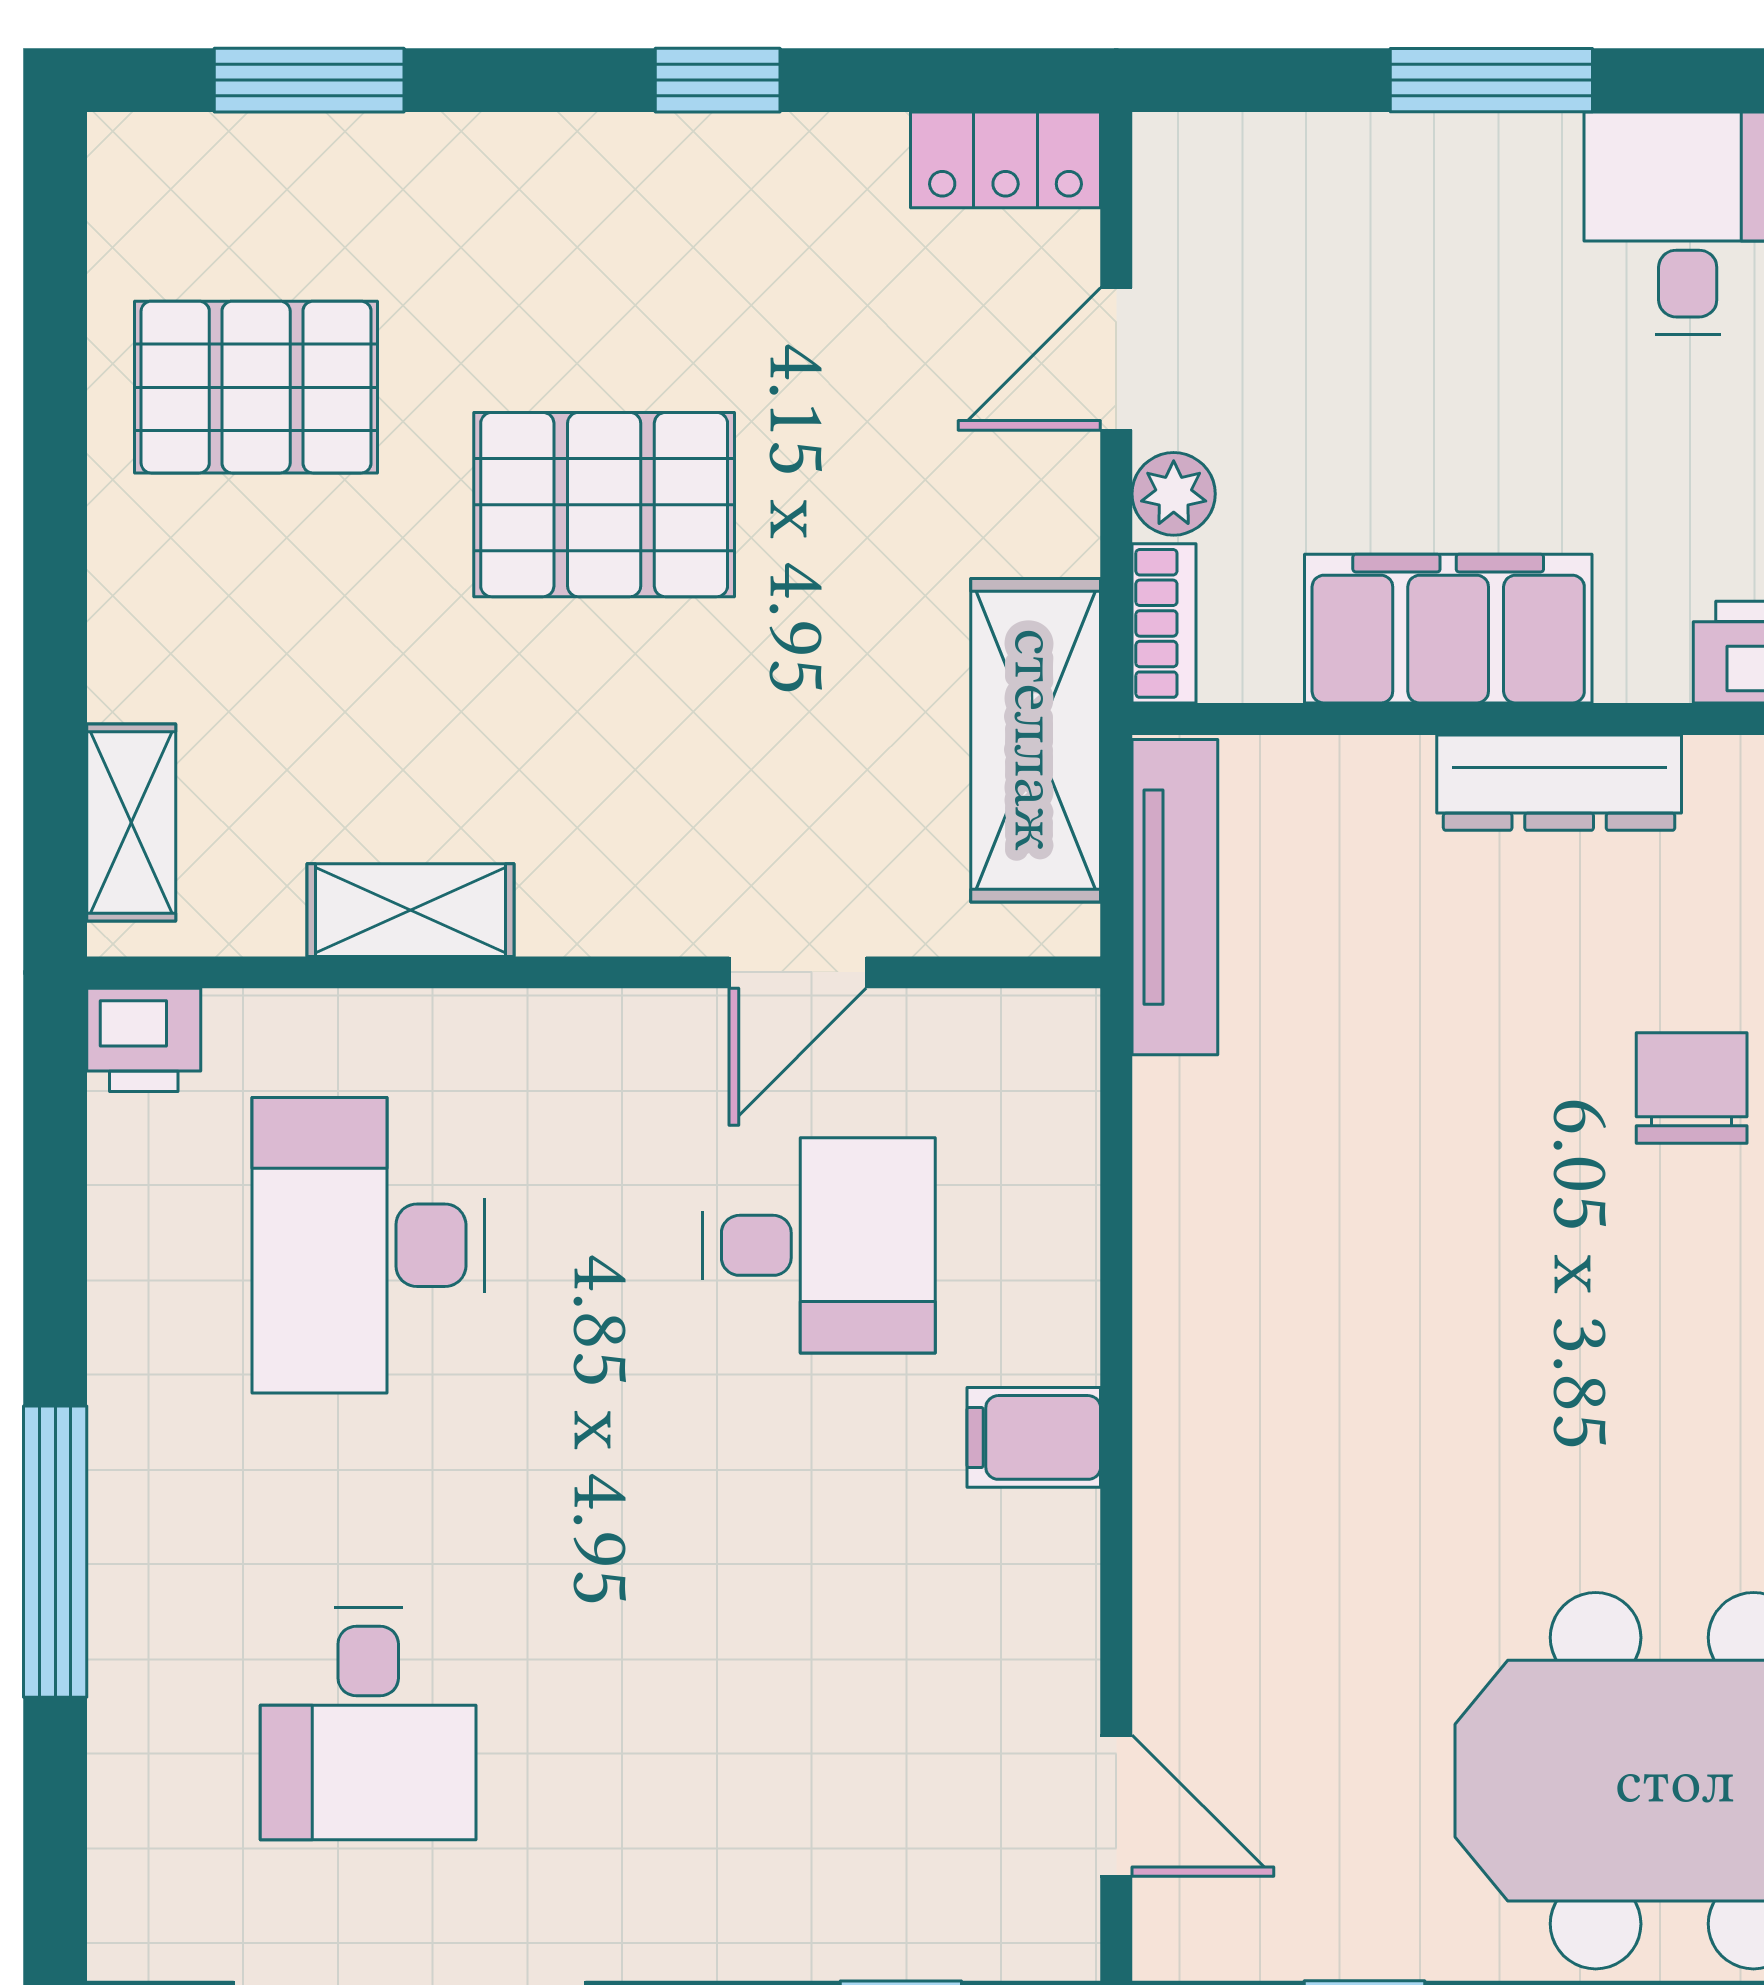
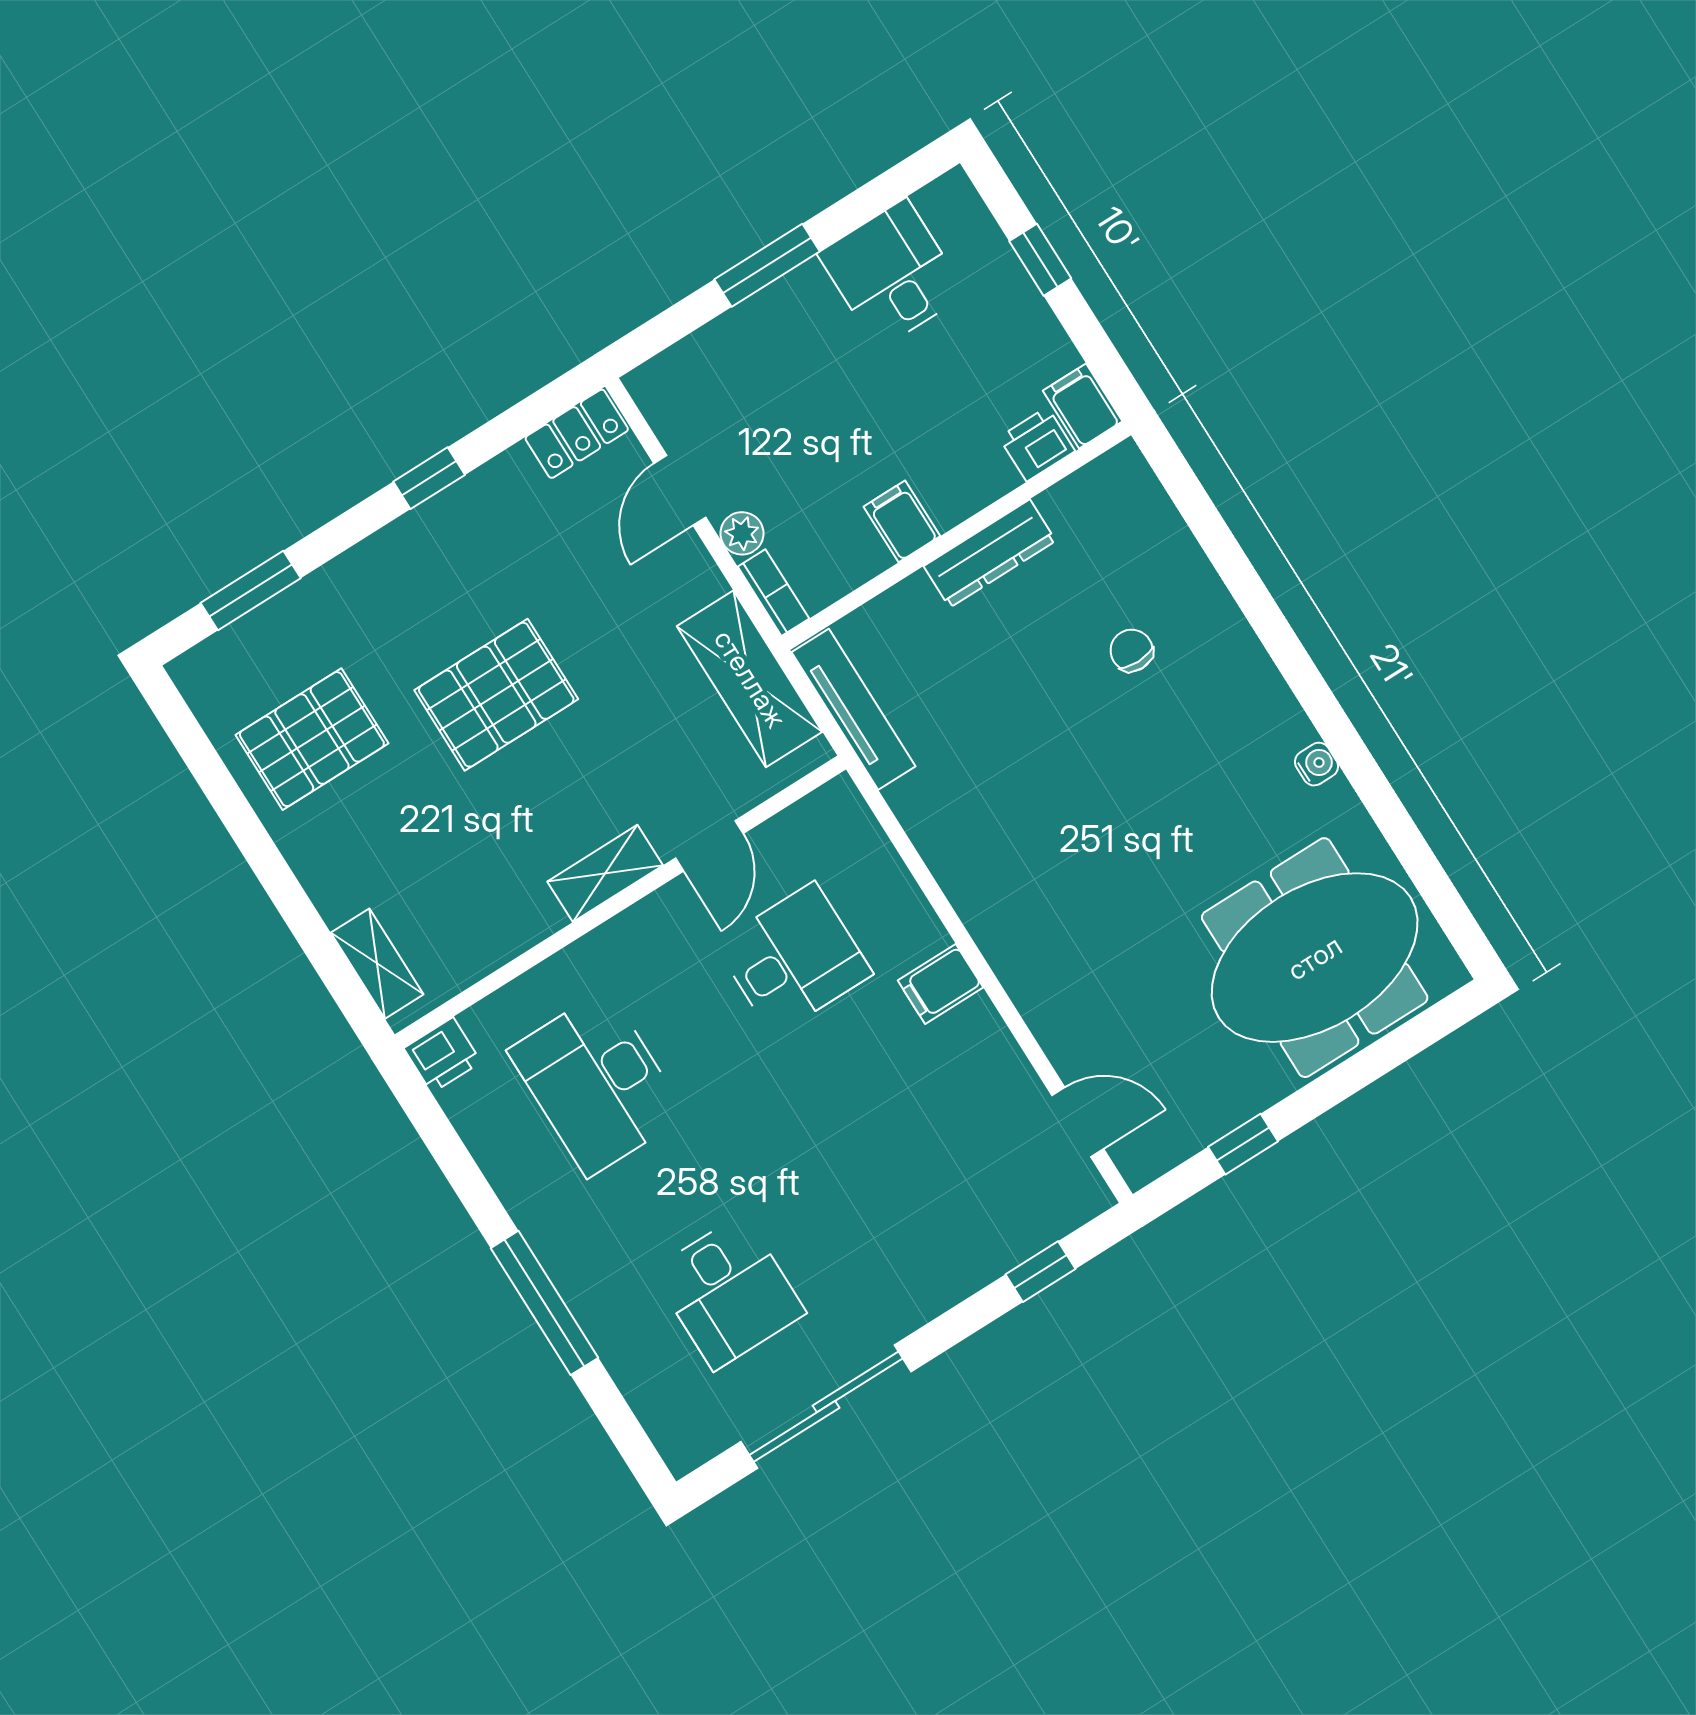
filing cabinet: (1448, 629) -> (902, 521), width x0.33, depth x0.86
shelving: (411, 910) -> (605, 873), moved
chair: (1692, 1088) -> (1132, 650), width x0.73, depth x0.73

